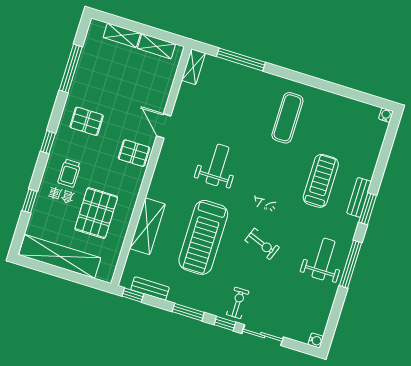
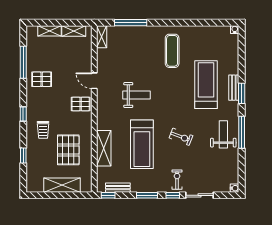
pallet: (87, 121) -> (42, 79), moved
weight bench: (217, 165) -> (137, 95), turned 90
treadmill: (321, 181) -> (206, 85), width x1.37, depth x1.37
shelving: (60, 256) -> (62, 185), width x0.68

